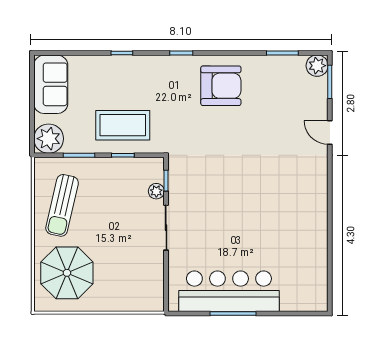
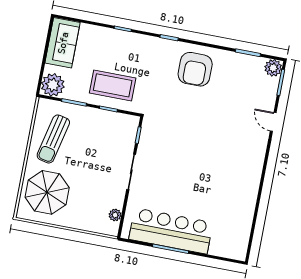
armchair: (221, 86) -> (195, 69), turned 90
plant: (156, 191) -> (115, 215), moved

